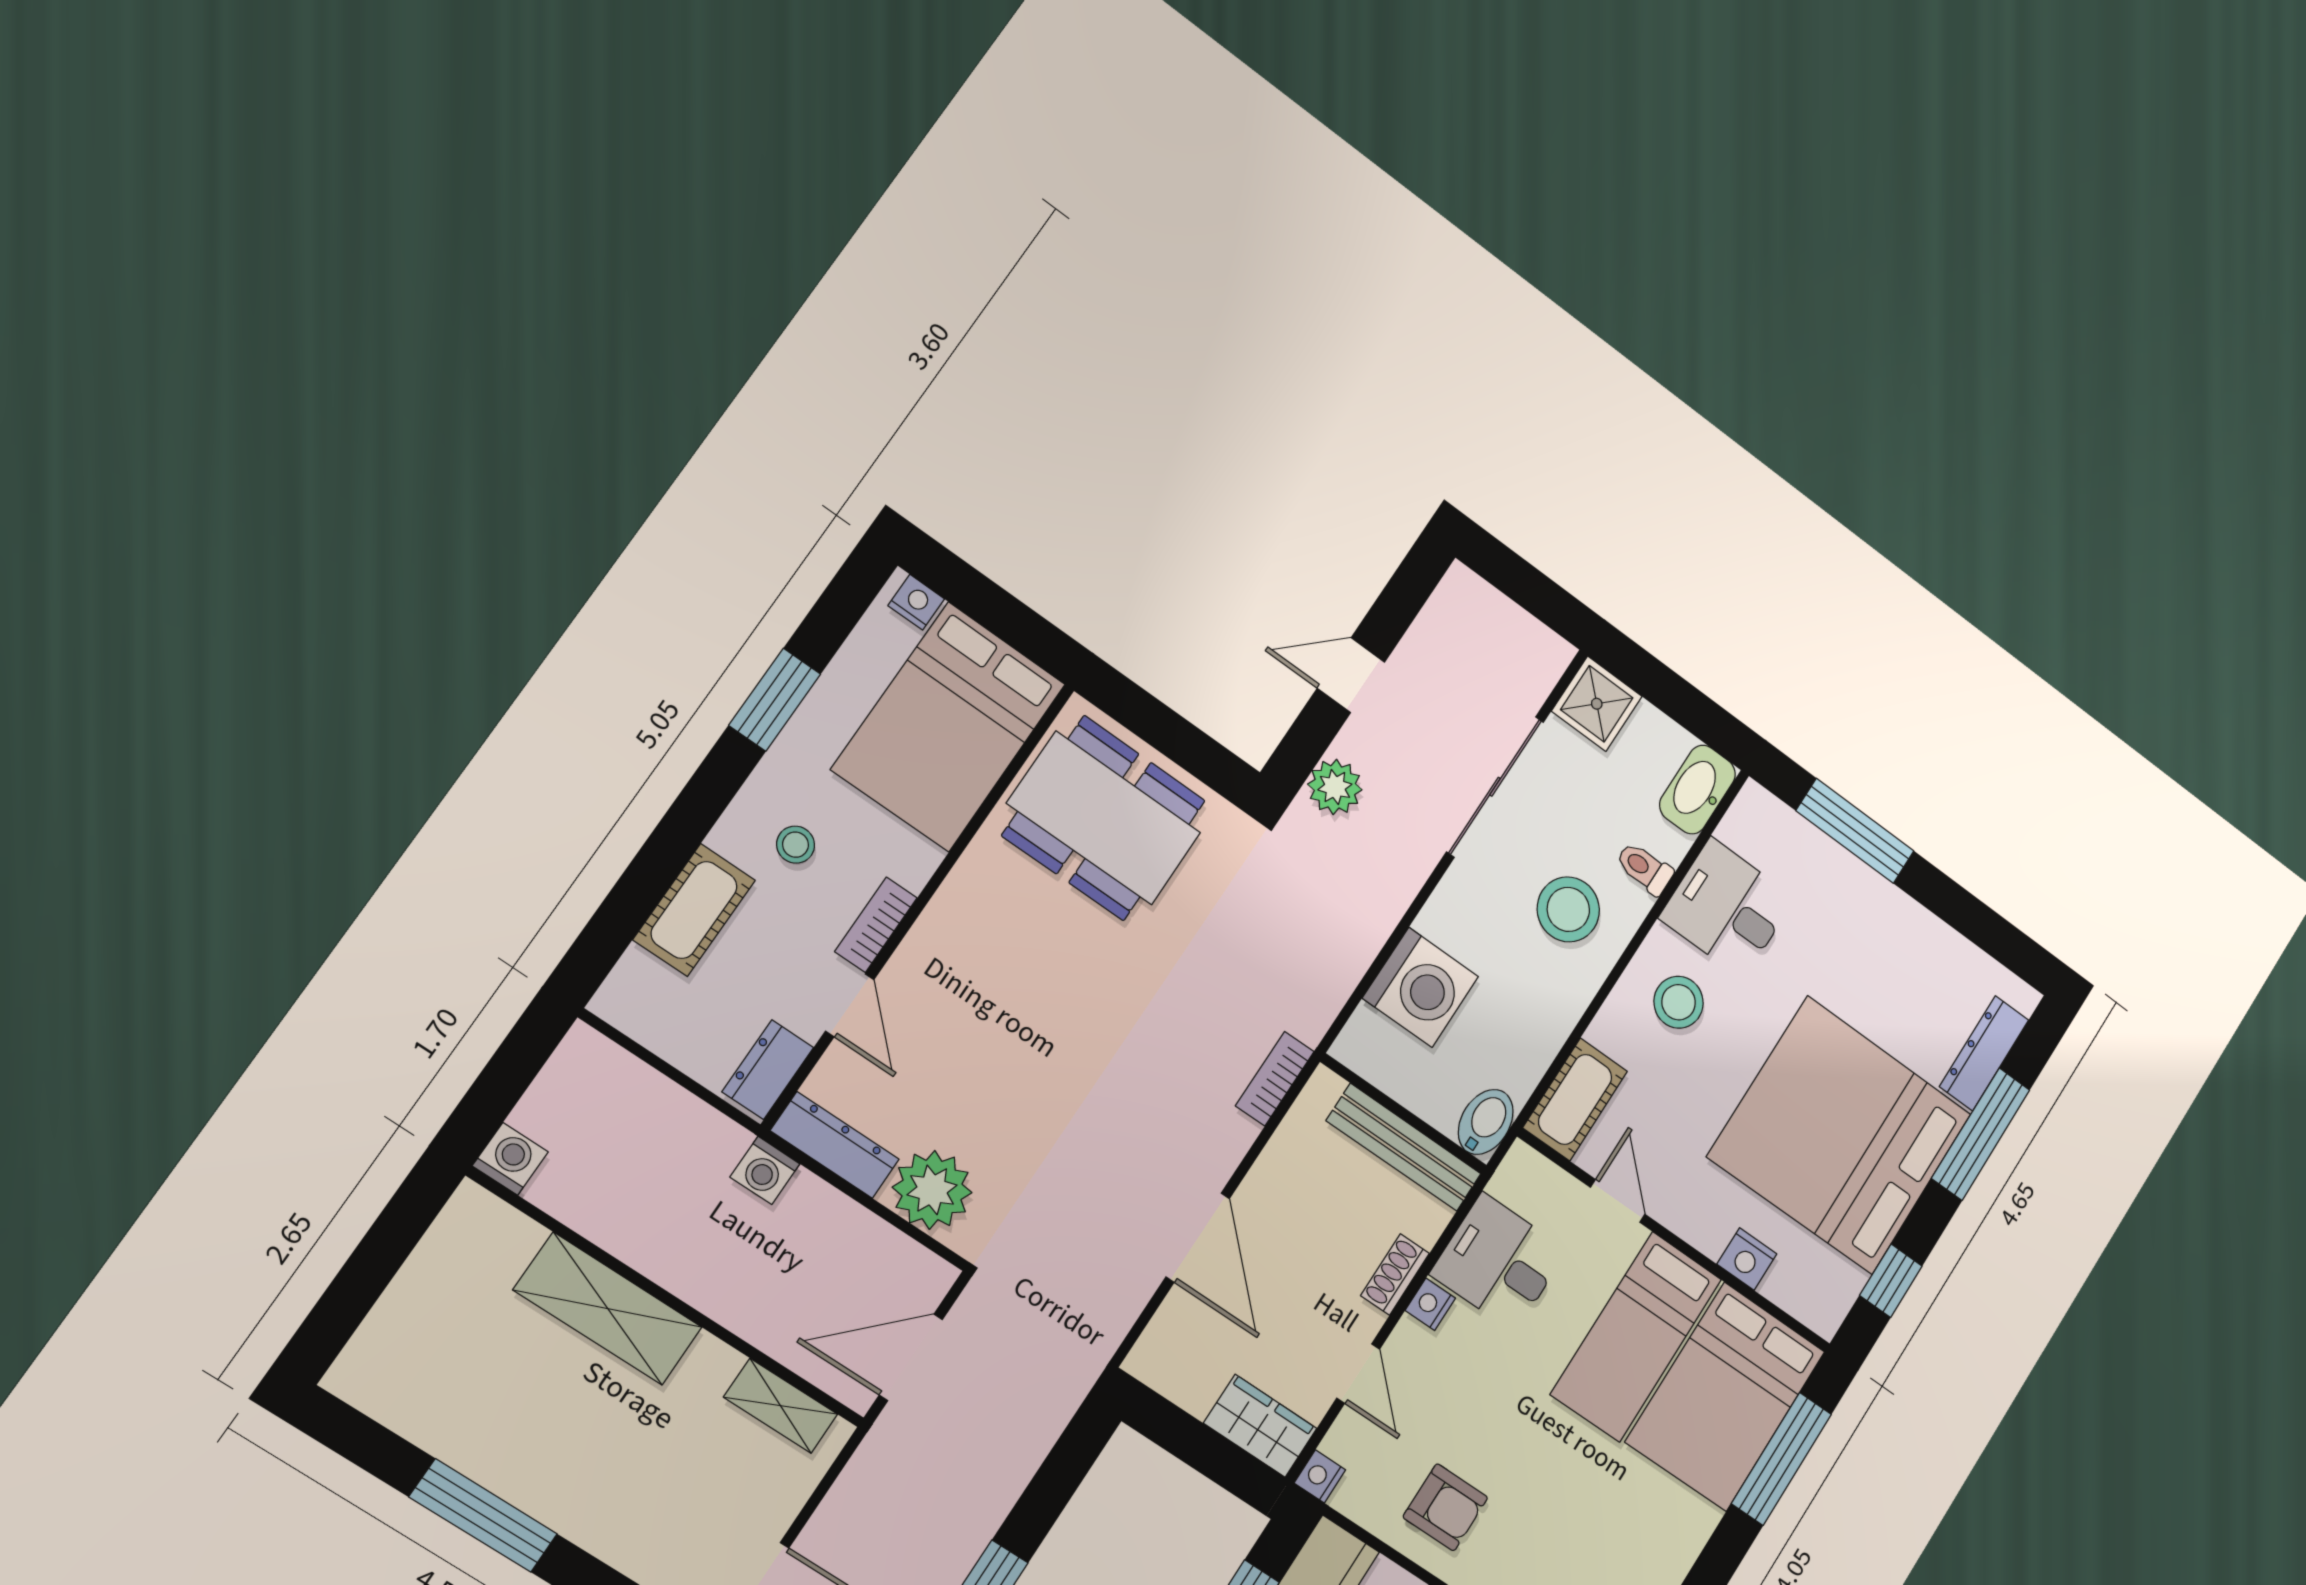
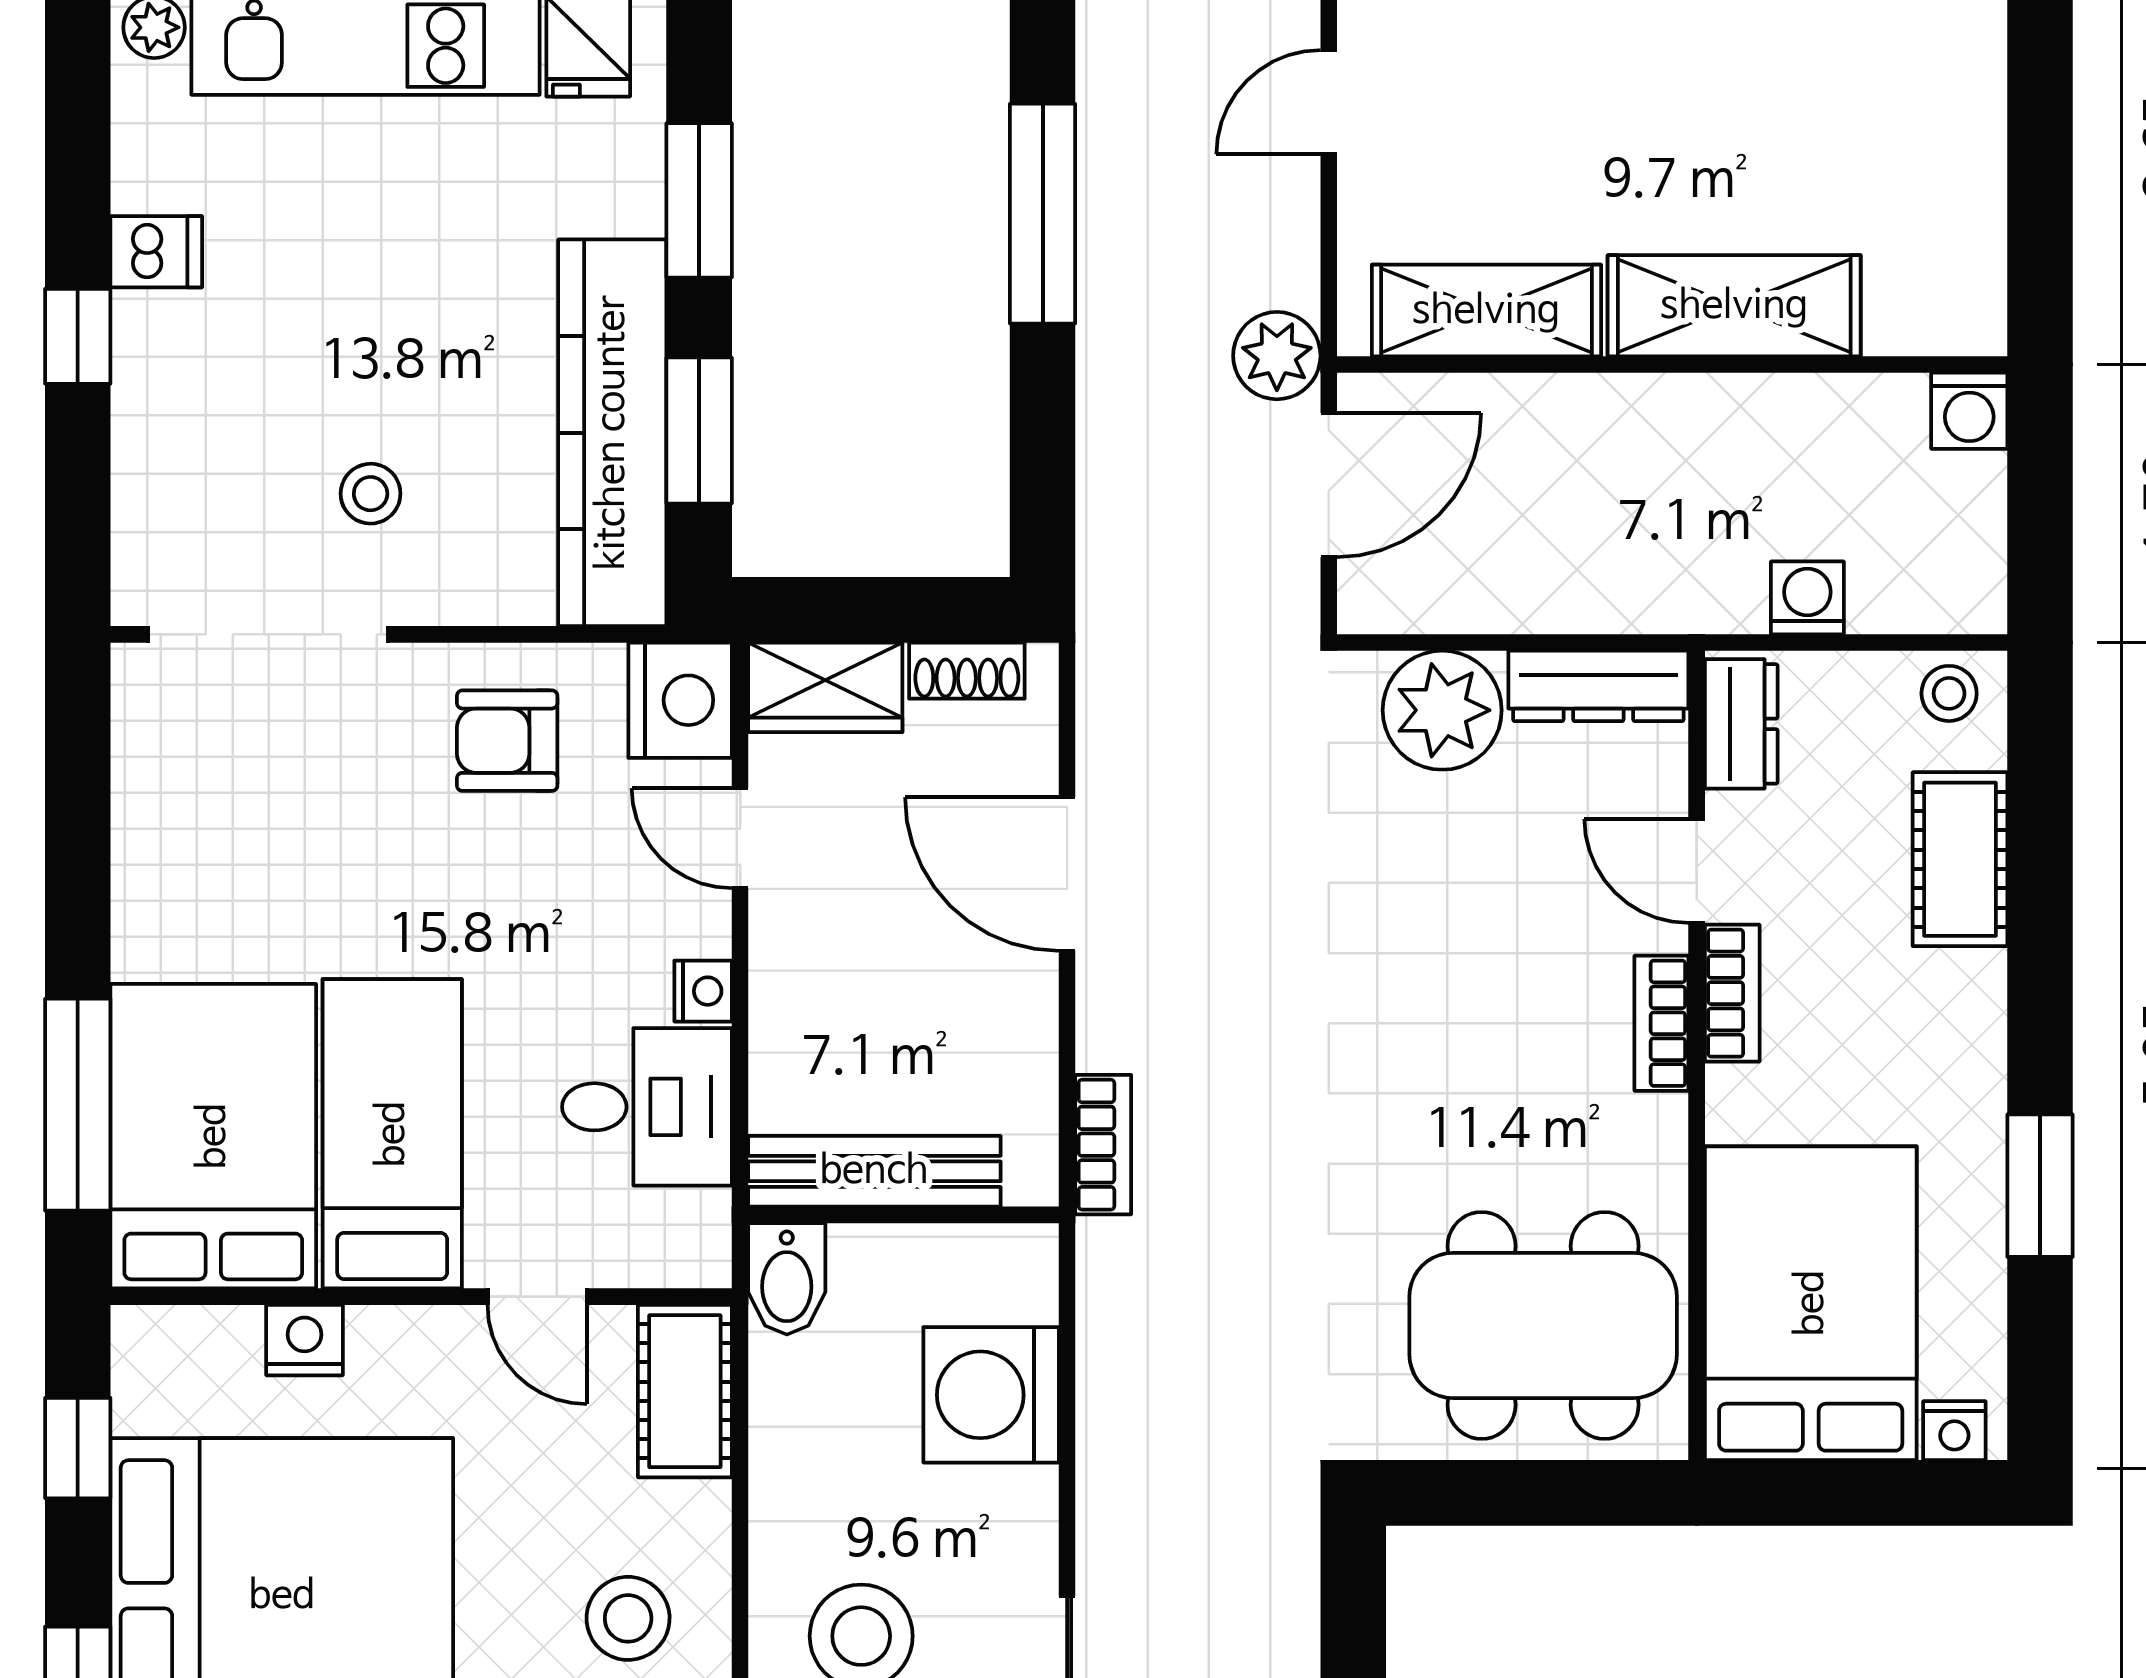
plant: (1335, 787) -> (1277, 356), moved
stool: (796, 845) -> (1949, 693), moved
bookcase: (927, 935) -> (1661, 1023), added
washing machine: (765, 1170) -> (1807, 598), moved
shoe rack: (1395, 1274) -> (967, 671), moved, turned 90
shelving: (781, 1406) -> (1486, 311), width x1.50, depth x1.33
nightstand: (1320, 1476) -> (680, 700), width x1.89, depth x1.79

